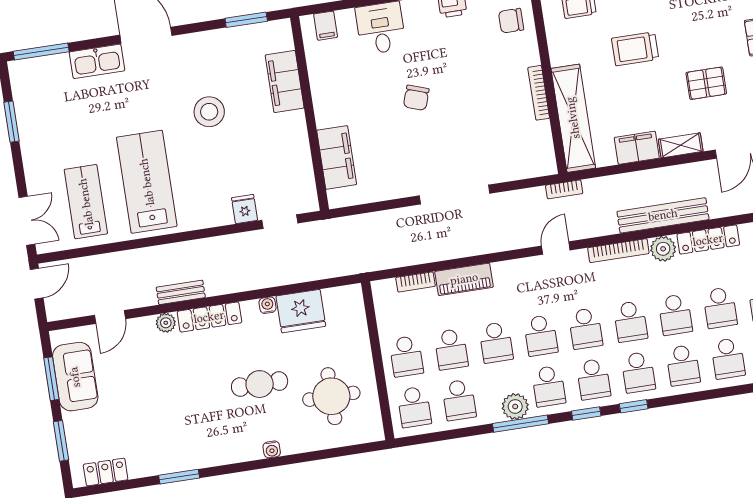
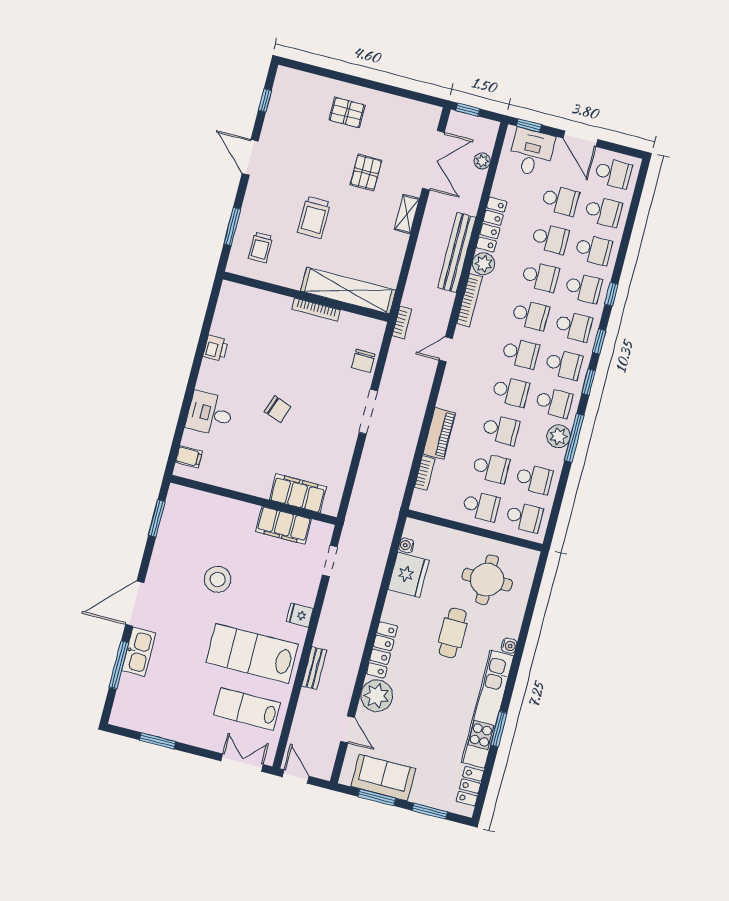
chair: (511, 21) -> (363, 361), moved
window: (41, 51) -> (119, 665), moved
filing cabinet: (285, 82) -> (283, 525), moved
filing cabinet: (637, 148) -> (394, 250), removed
doorway: (455, 195) -> (368, 412), width x0.73
fridge: (245, 209) -> (300, 615), moved
door: (556, 248) -> (446, 349), hinge flipped
bench: (181, 292) -> (314, 668), moved
water cooler: (268, 305) -> (406, 545), moved
plant: (166, 323) -> (377, 696), width x1.87, depth x1.87
window: (689, 398) -> (611, 294), added
kitchen unit: (195, 456) -> (488, 709), added

